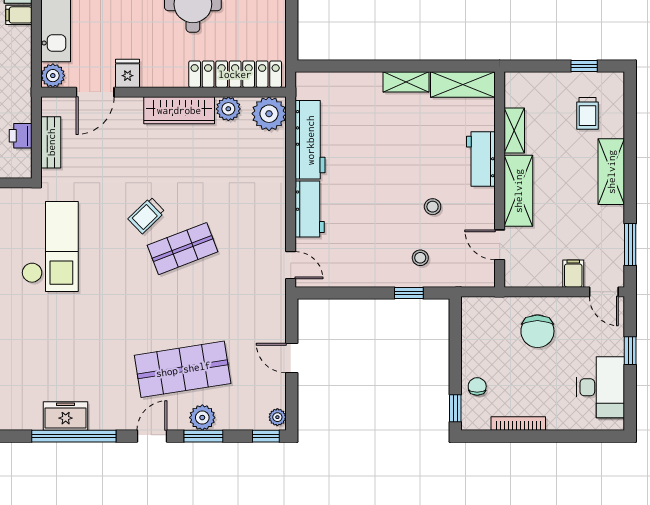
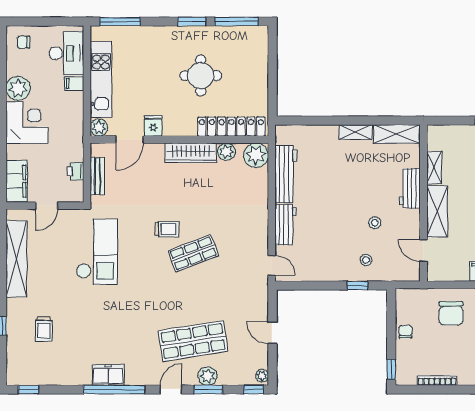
trolley: (146, 215) -> (167, 229), turned -136
chair: (477, 386) -> (405, 332), moved

